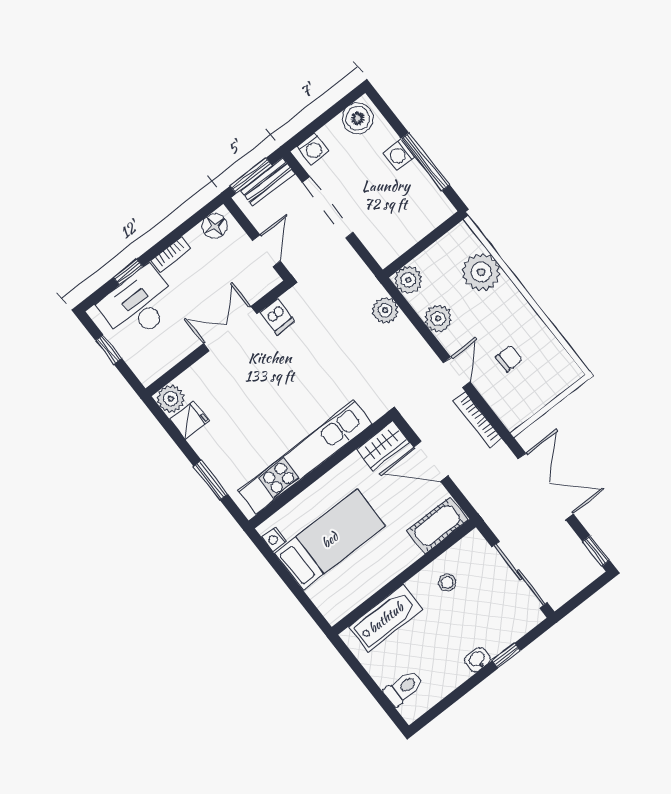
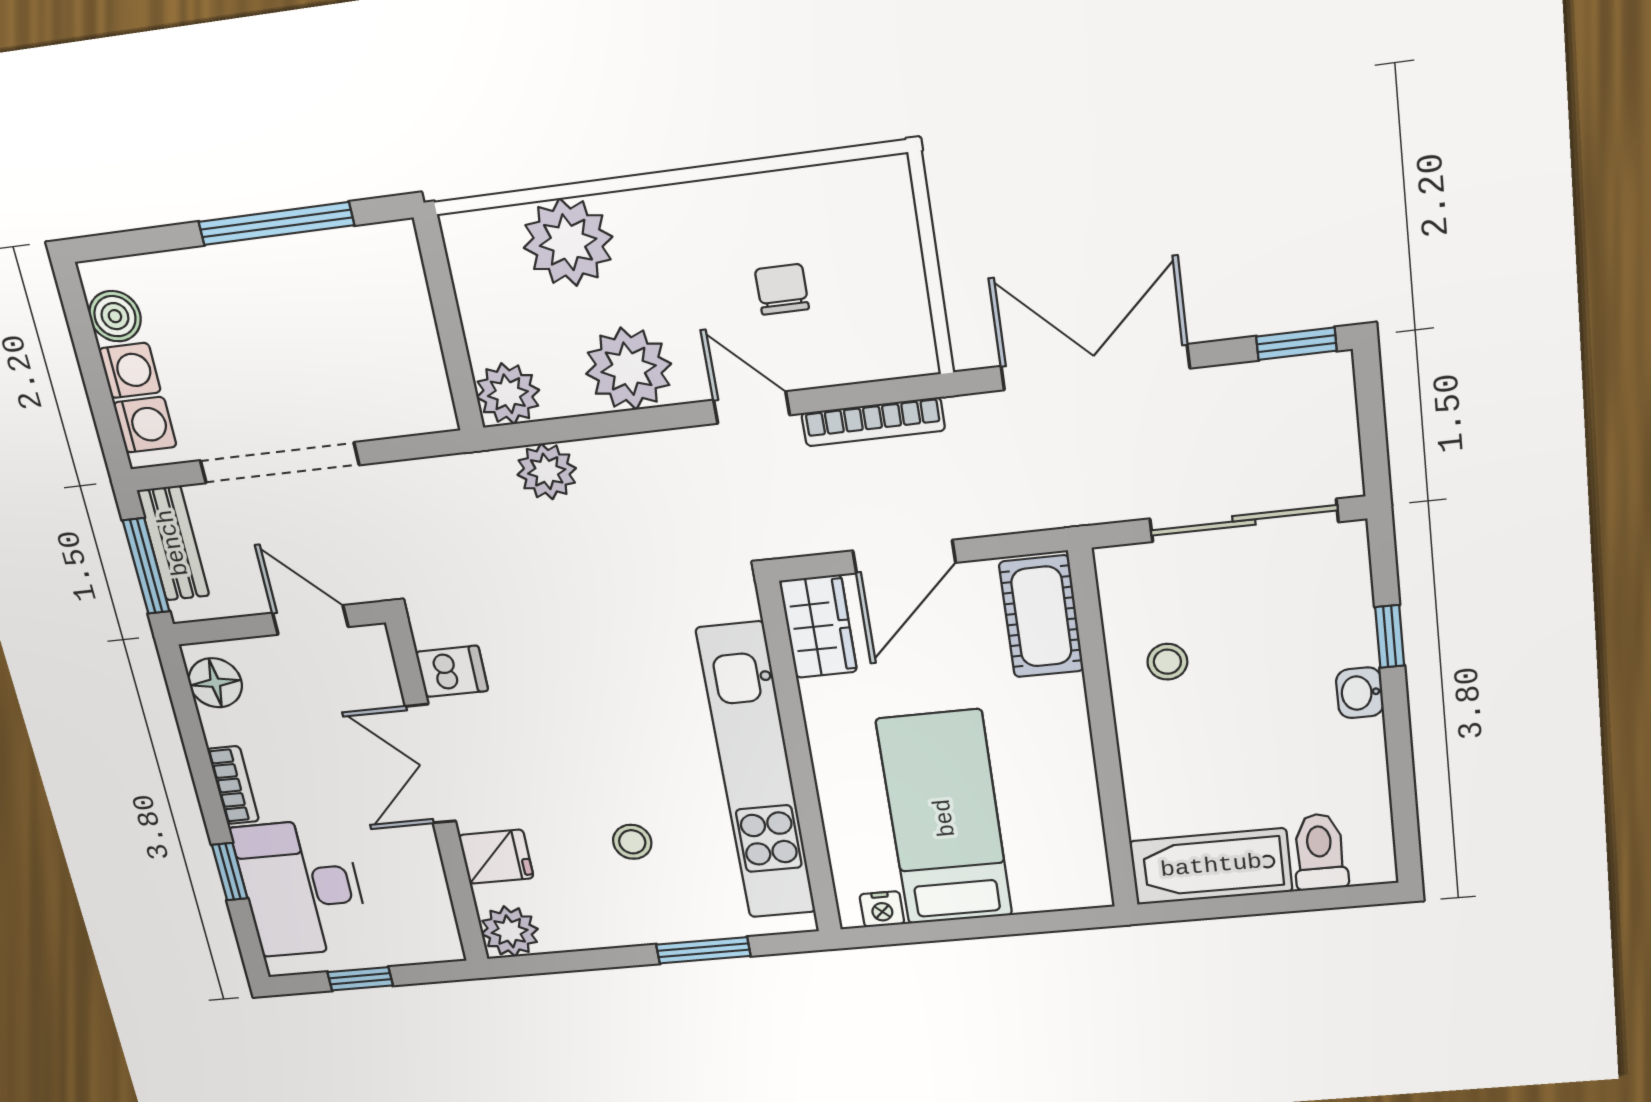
boiler: (358, 118) -> (115, 316), width x0.73, depth x0.73
washing machine: (399, 155) -> (130, 370), moved, turned -90
plant: (438, 319) -> (629, 369), width x1.36, depth x1.36
fridge: (190, 420) -> (496, 857), moved, turned 90
stool: (244, 426) -> (632, 842), added
bathtub: (386, 618) -> (1211, 866), moved, turned -90

